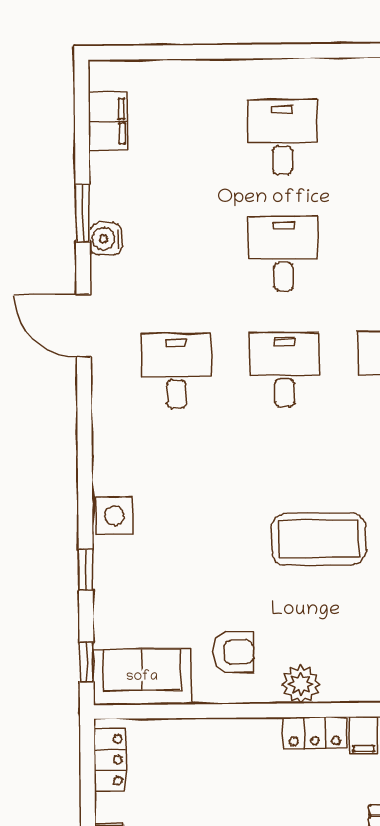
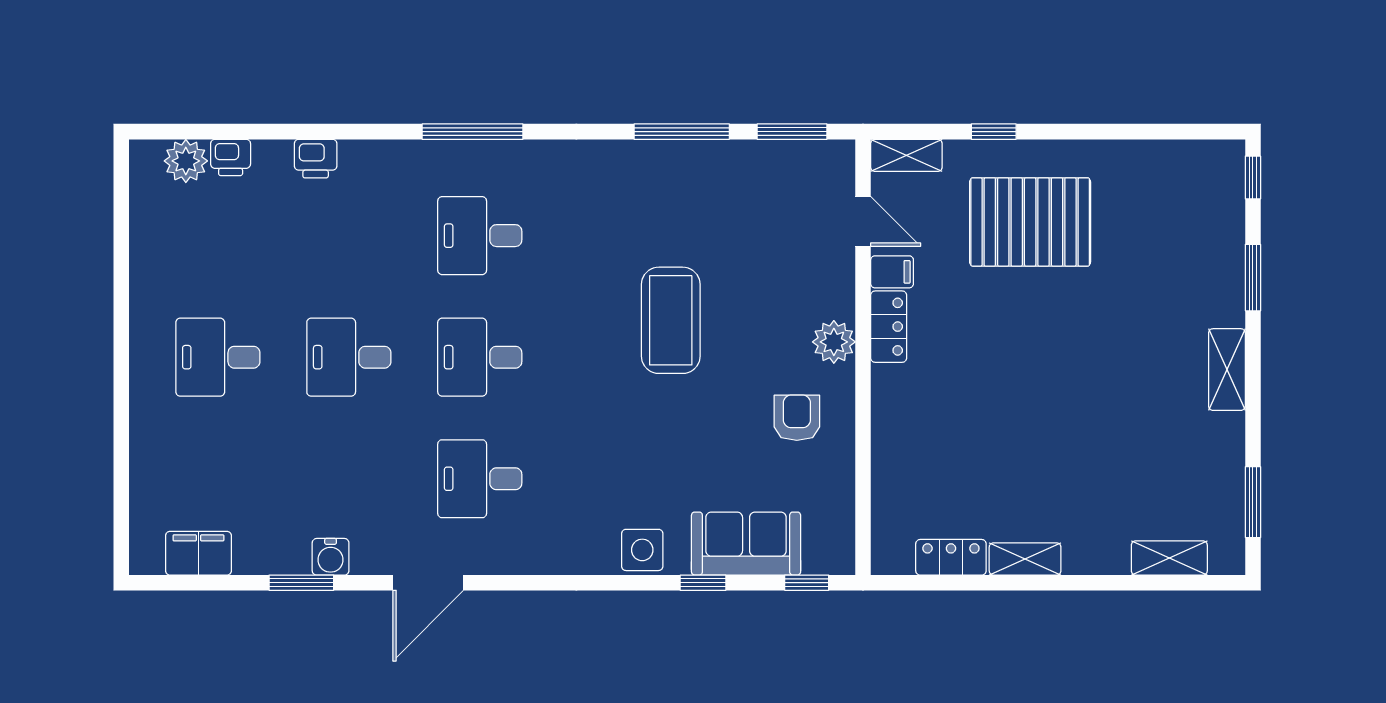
sofa: (142, 677) -> (746, 544), moved, turned 90
locker: (110, 760) -> (951, 557), moved

